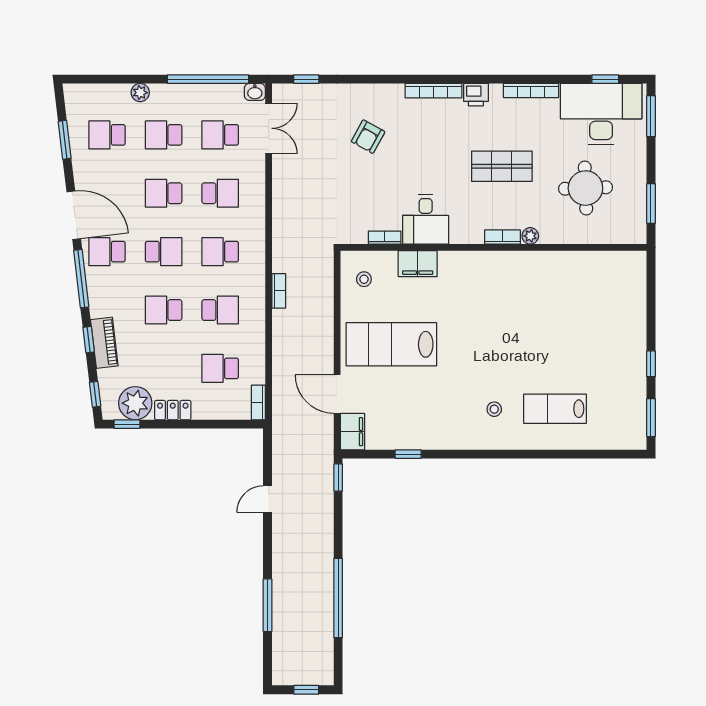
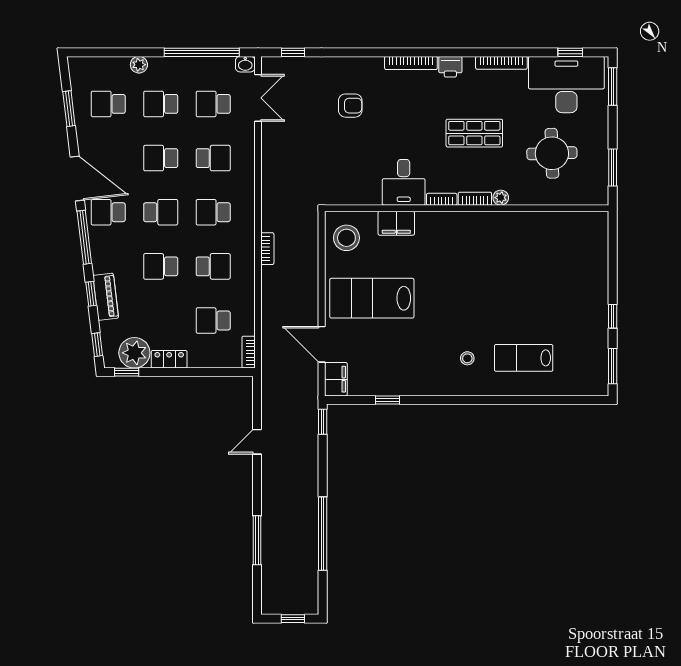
armchair: (368, 137) -> (350, 106), turned -119
bookcase: (385, 238) -> (442, 199), moved
stool: (364, 279) -> (346, 238), width x1.89, depth x1.89

